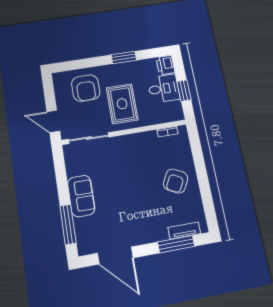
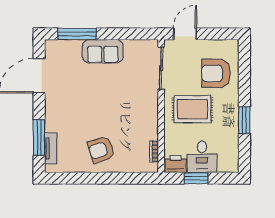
printer: (165, 65) -> (176, 164), moved
armchair: (176, 181) -> (101, 150), turned -46

